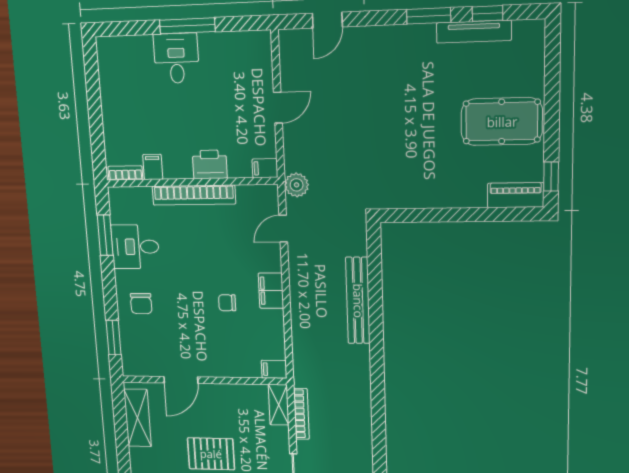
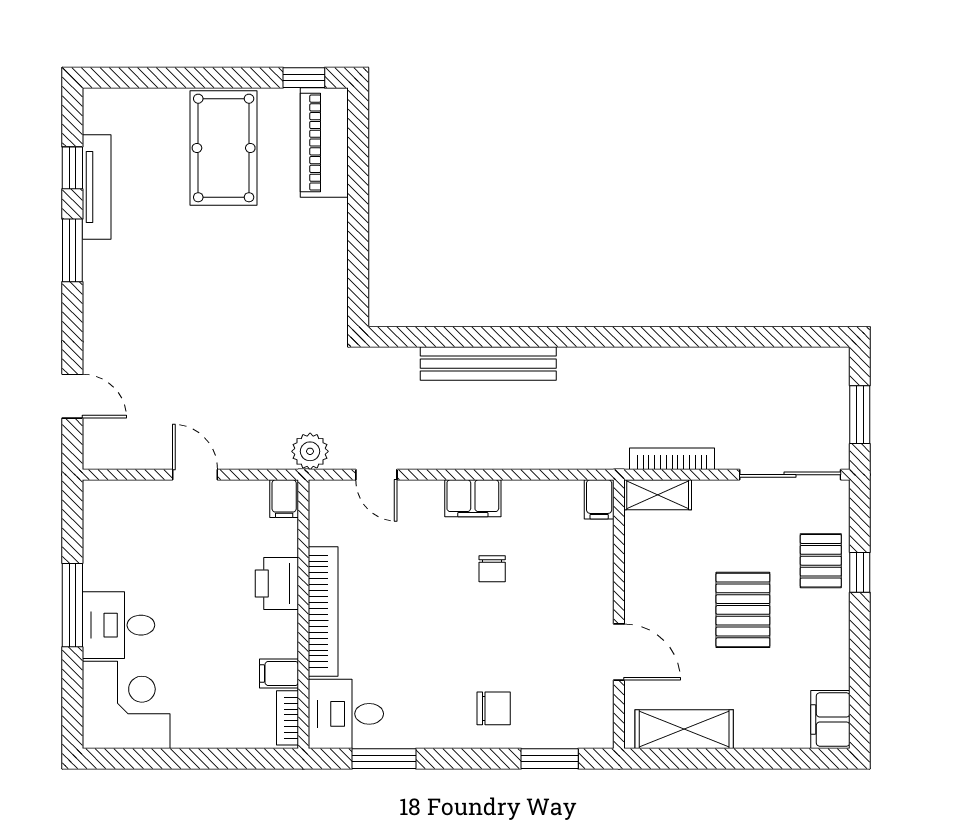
corner desk: (125, 65) -> (126, 705), added
piano: (516, 195) -> (324, 143), width x1.37, depth x1.33
desk: (135, 247) -> (346, 714), moved, turned 90

